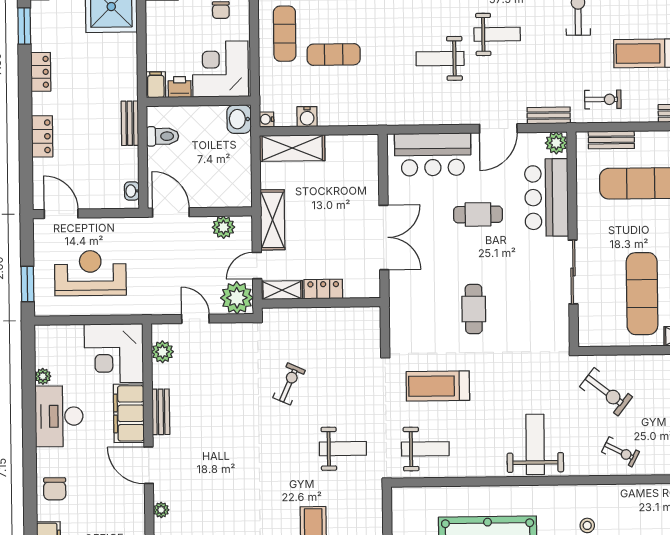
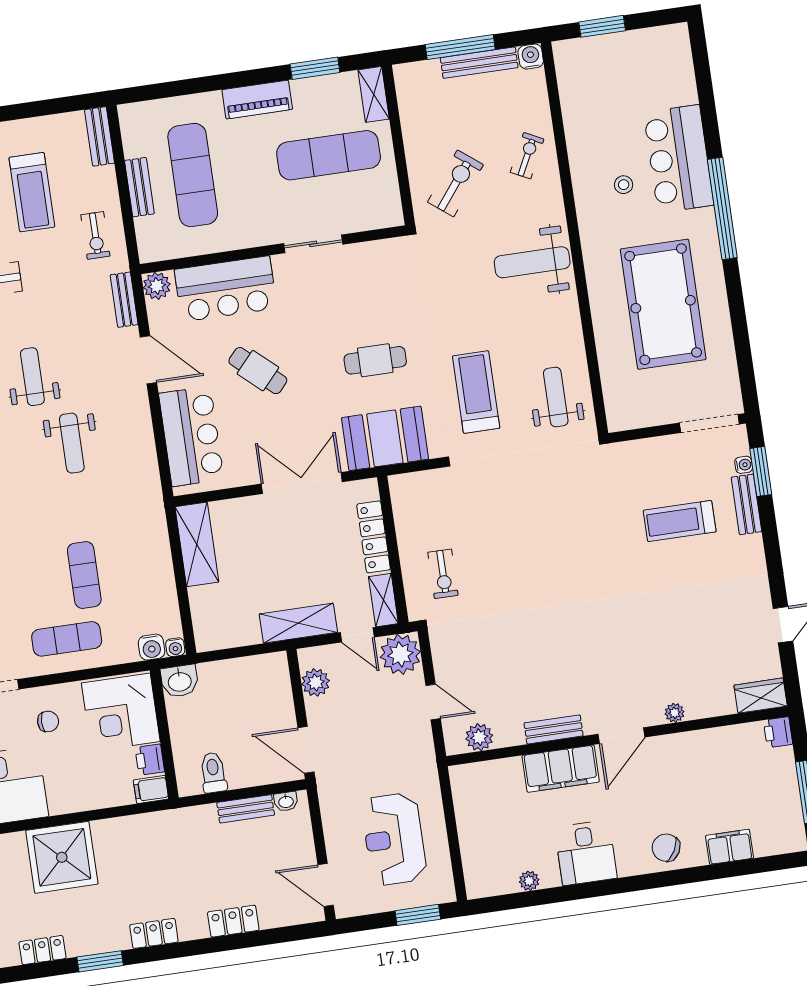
exercise bike: (603, 99) -> (95, 235), turned 180
water cooler: (307, 117) -> (152, 647), moved, turned 90
bench: (130, 123) -> (246, 809), moved
bench: (611, 140) -> (139, 187), moved
shelving: (292, 148) -> (197, 544), moved
door: (171, 212) -> (306, 750), hinge flipped
door: (61, 214) -> (326, 885), hinge flipped
cafe table: (478, 214) -> (258, 371), turned -48
sliding door: (573, 272) -> (313, 244), width x0.73
locker: (323, 289) -> (374, 537), width x1.53
booth: (410, 308) -> (385, 438), added
door: (195, 319) -> (433, 702), swing flipped
corner desk: (114, 353) -> (489, 797), removed
exercise bike: (289, 384) -> (443, 574), moved, turned -114
treadmill: (438, 386) -> (476, 392), turned 180
desk: (59, 416) -> (586, 853), width x0.73
weight bench: (343, 449) -> (569, 499), removed
chair: (55, 489) -> (666, 848), turned -151

